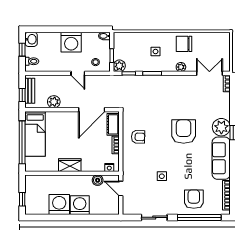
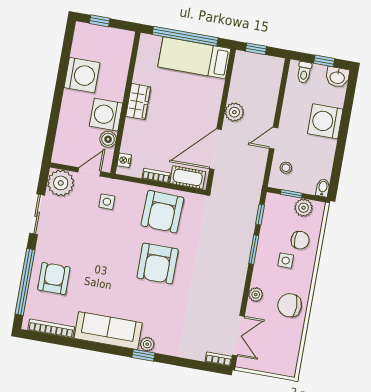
washing machine: (71, 42) -> (325, 121), moved
chair: (184, 44) -> (290, 305), turned -90
chair: (141, 45) -> (300, 240), added
plant: (119, 66) -> (304, 208), moved
bench: (30, 91) -> (261, 61), removed
plant: (54, 102) -> (234, 112), moved
door: (92, 110) -> (215, 149), hinge flipped
plant: (221, 127) -> (147, 344), width x0.53, depth x0.53
armchair: (184, 132) -> (158, 263), moved, turned 90
armchair: (138, 137) -> (162, 212), width x1.88, depth x1.88
side table: (162, 176) -> (107, 202), moved
armchair: (194, 199) -> (54, 279), turned -90
washing machine: (80, 205) -> (106, 115), moved, turned 180
plant: (131, 206) -> (61, 183), added

